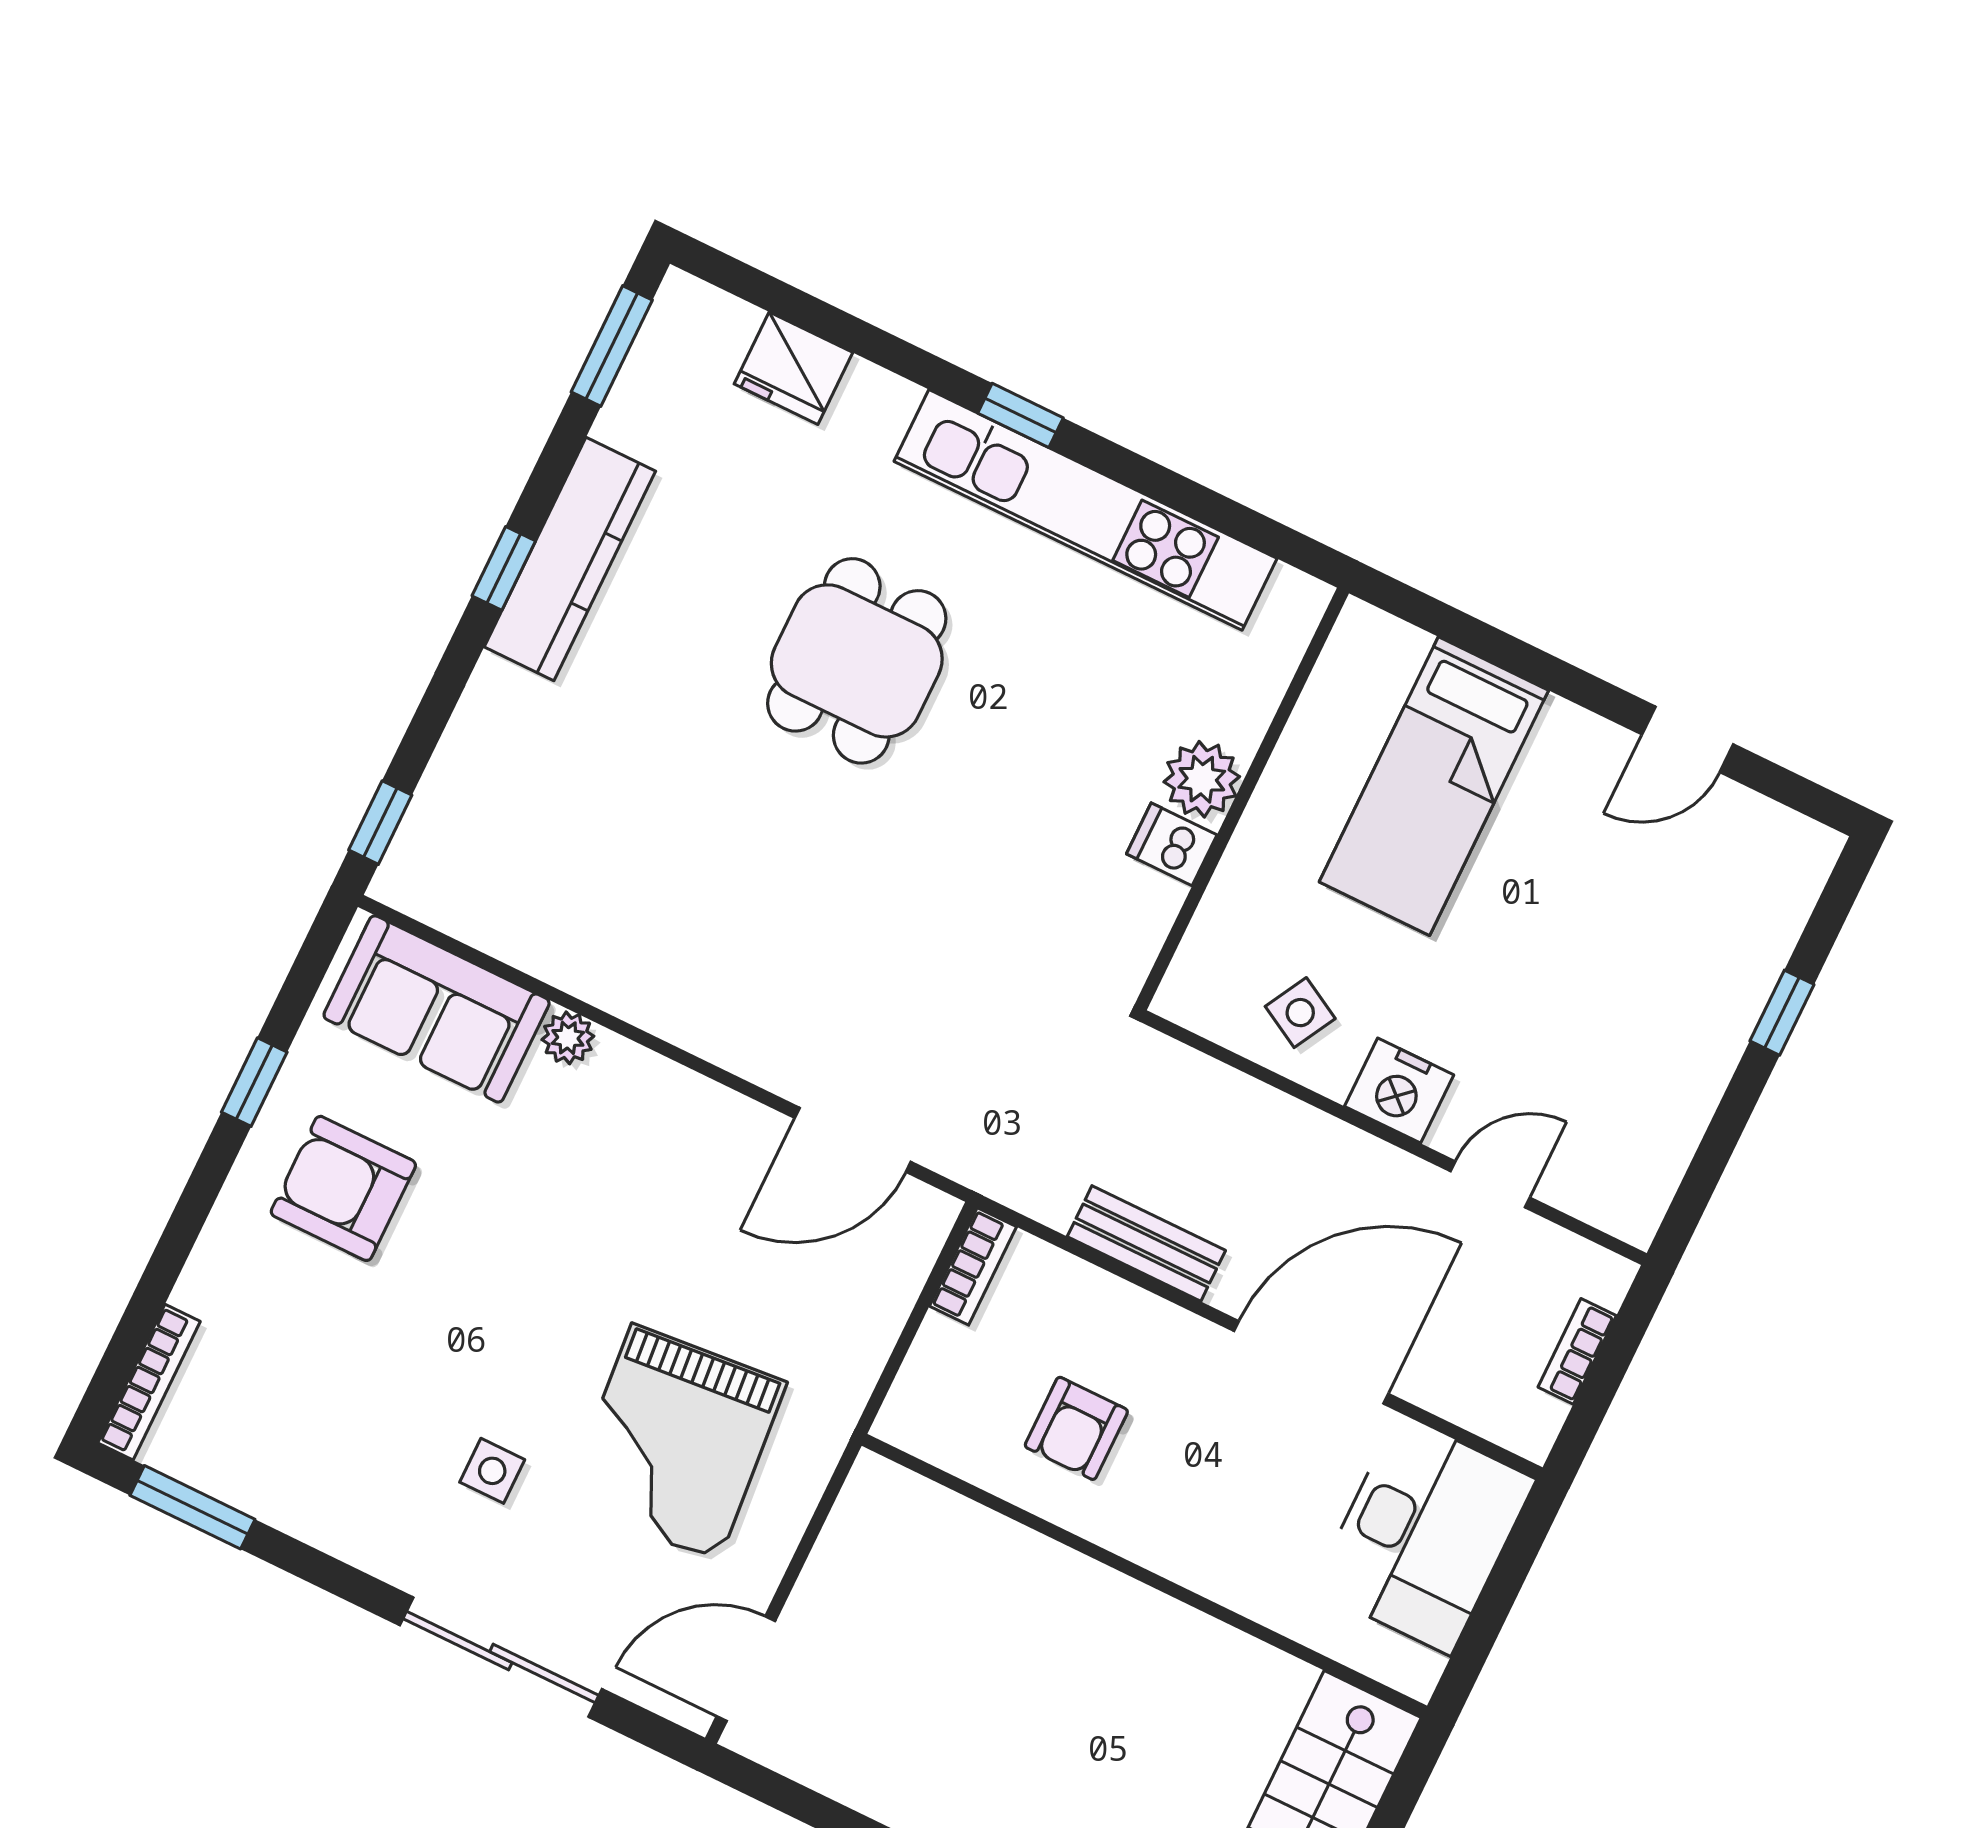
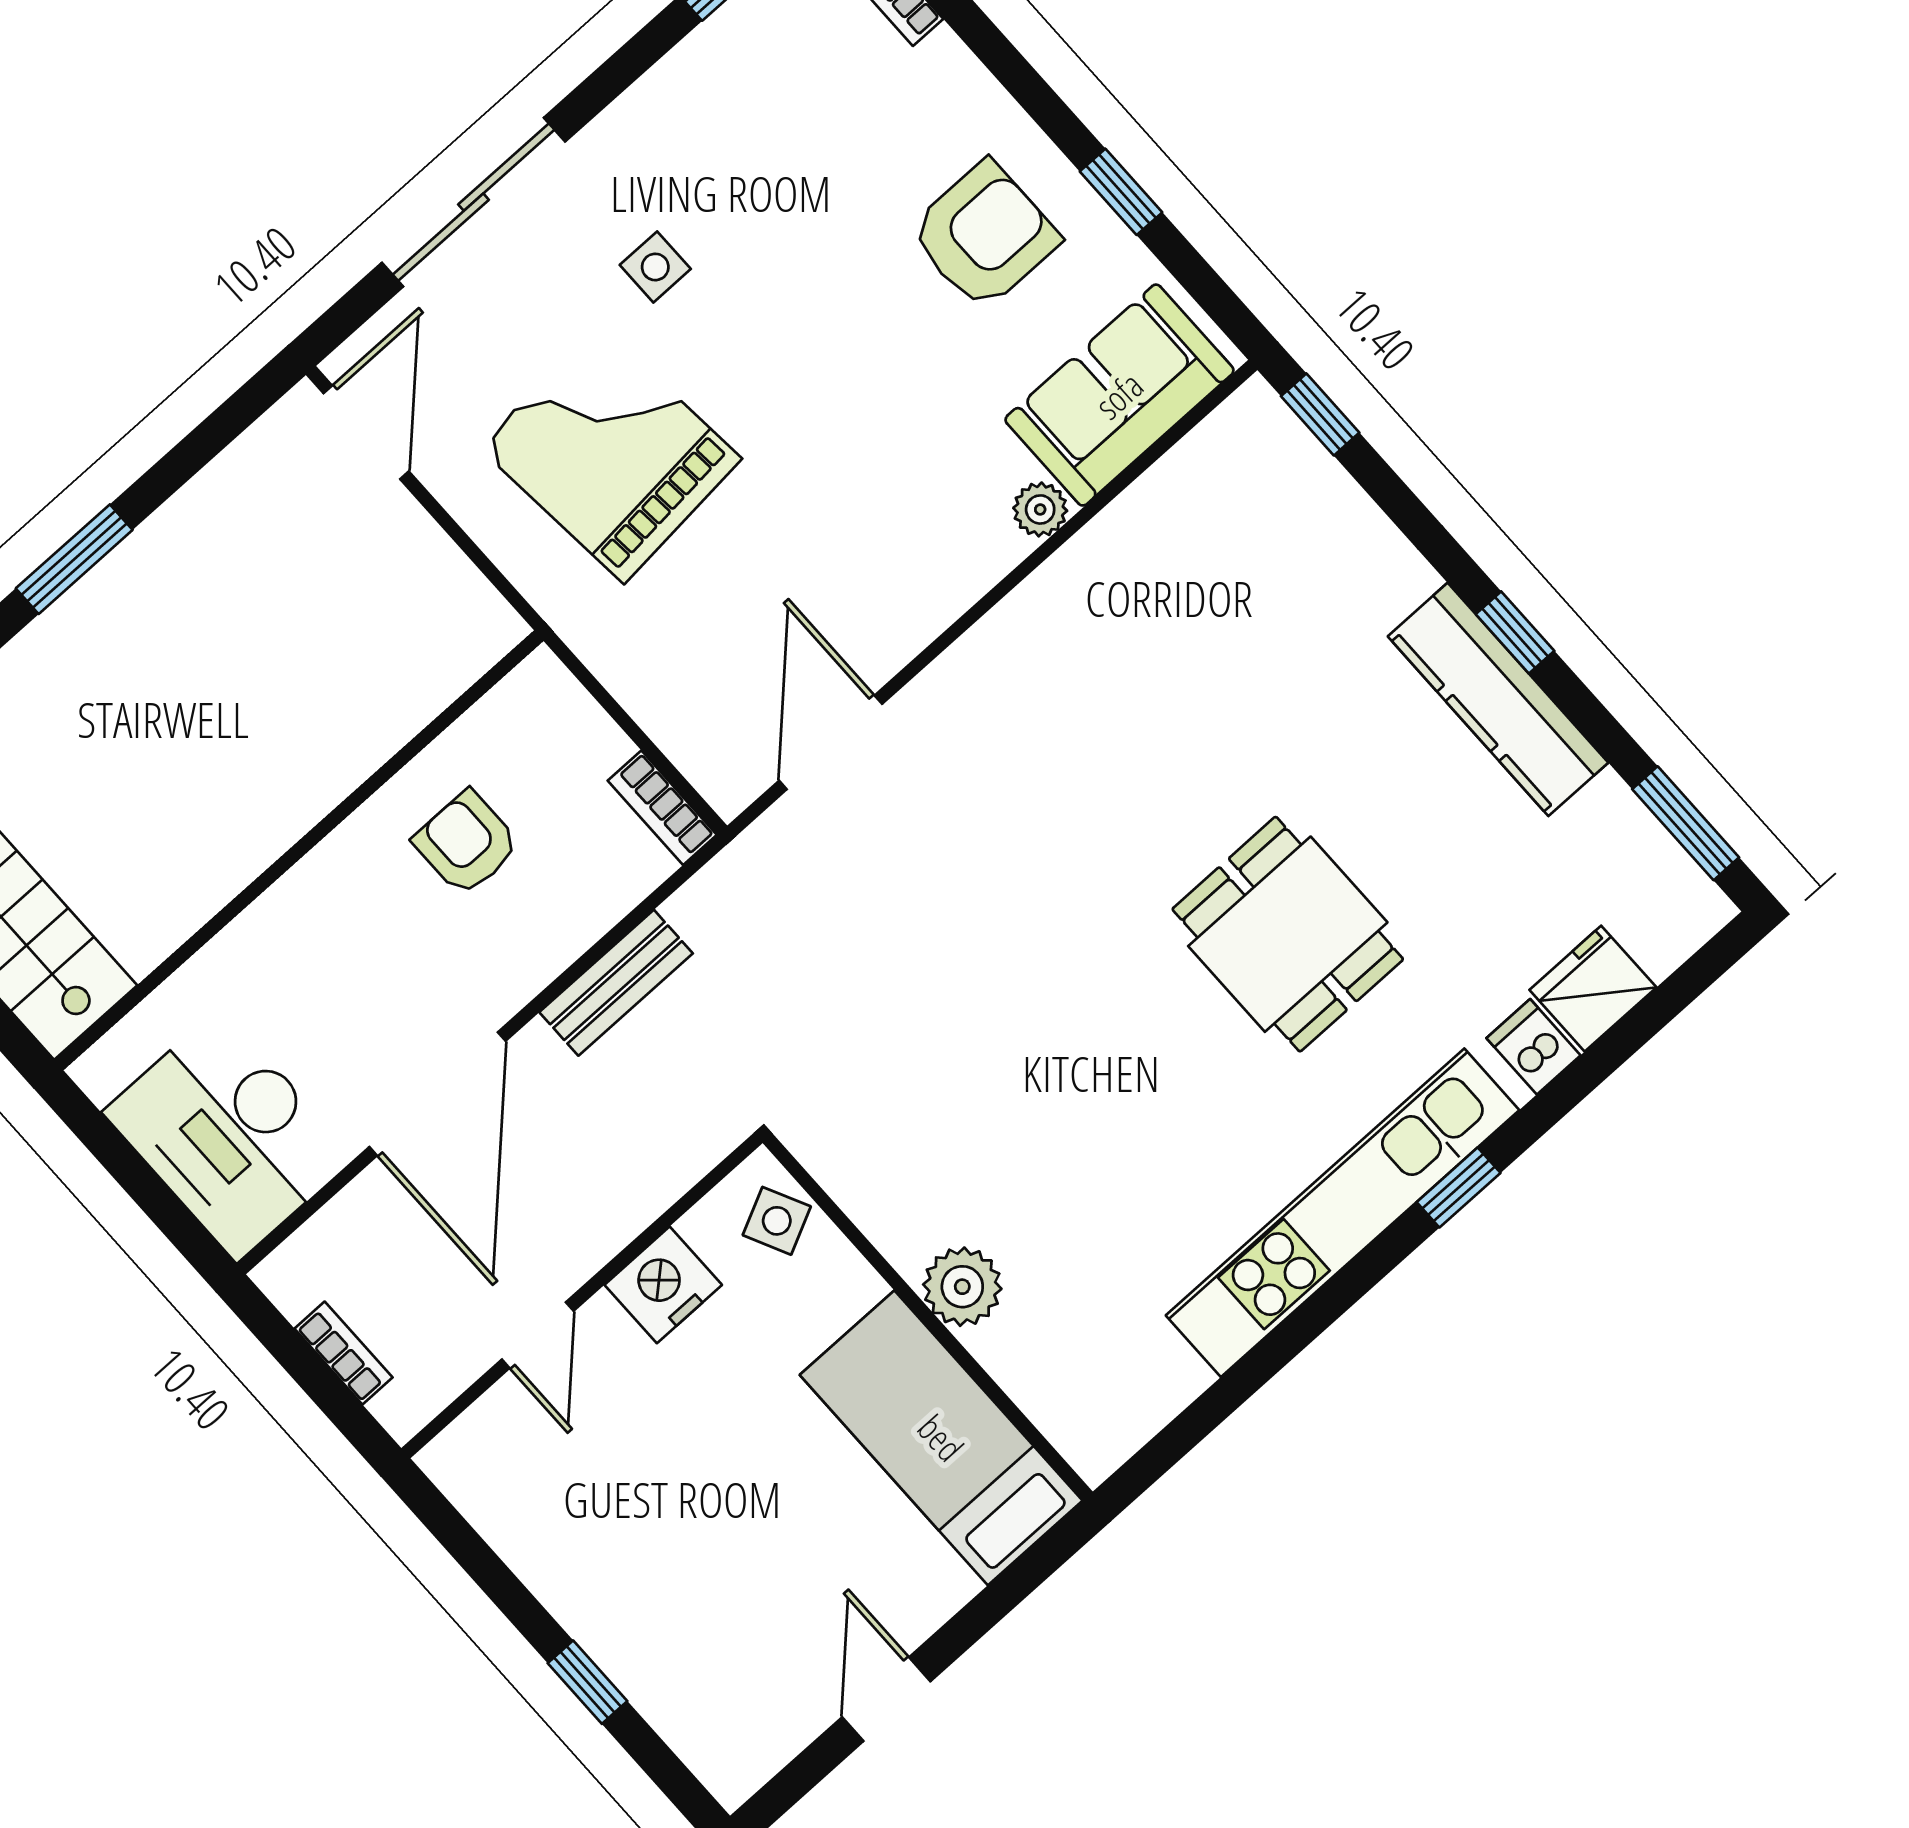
plant: (1202, 779) -> (962, 1287), moved
wall: (1242, 799) -> (928, 1317), moved
dishwasher: (1172, 844) -> (1533, 1047), moved, turned -90
side table: (1300, 1013) -> (777, 1221), turned 35

